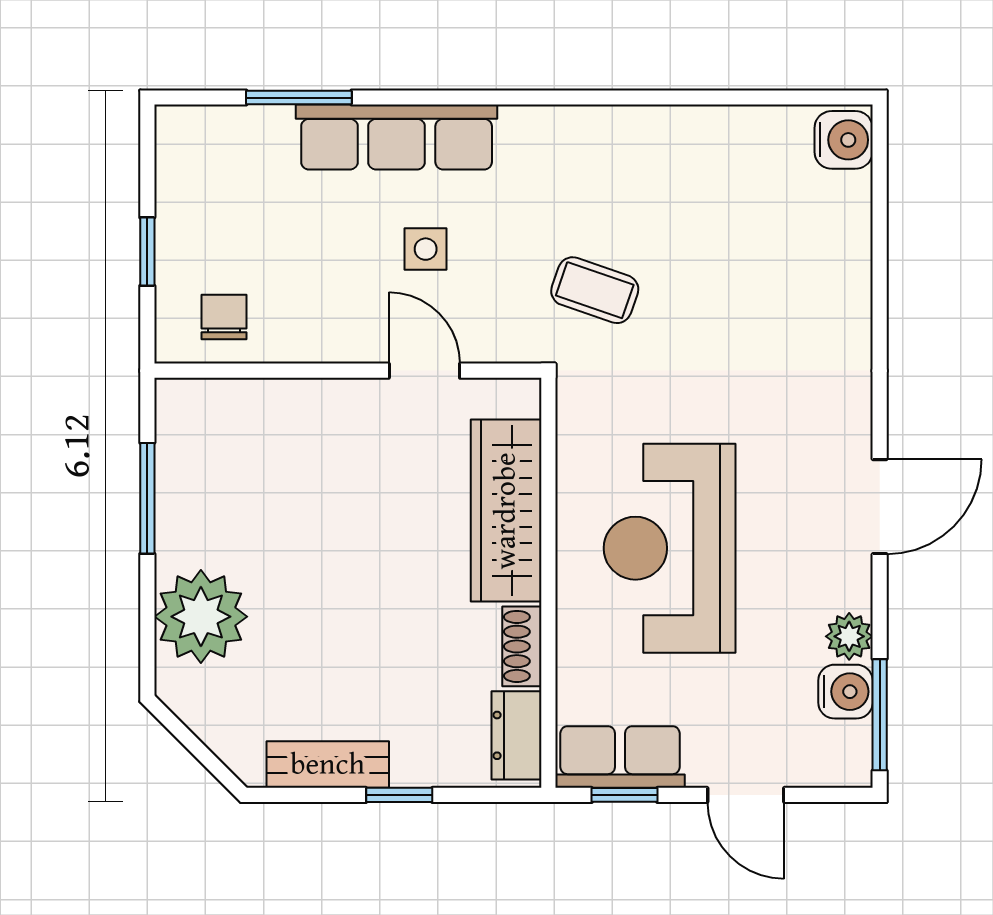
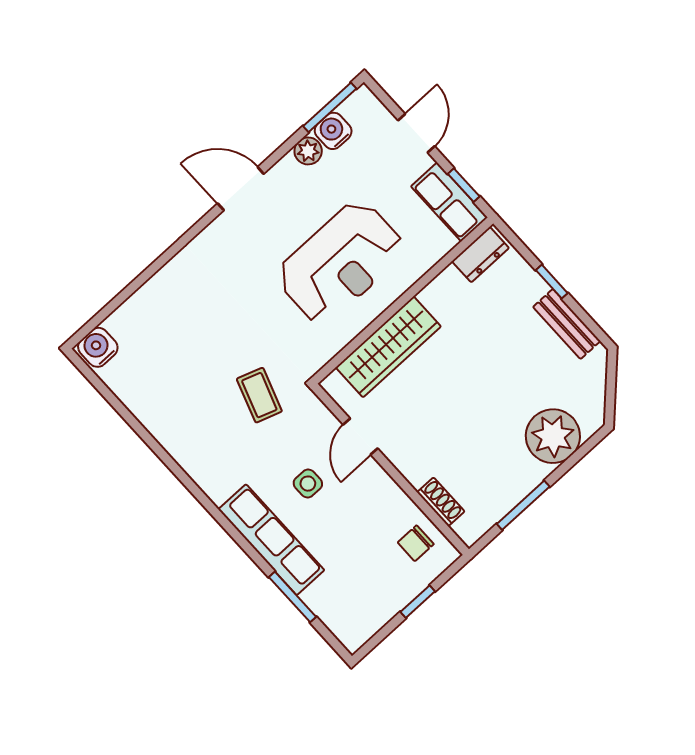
shoe rack: (522, 646) -> (441, 502), moved, turned -90

